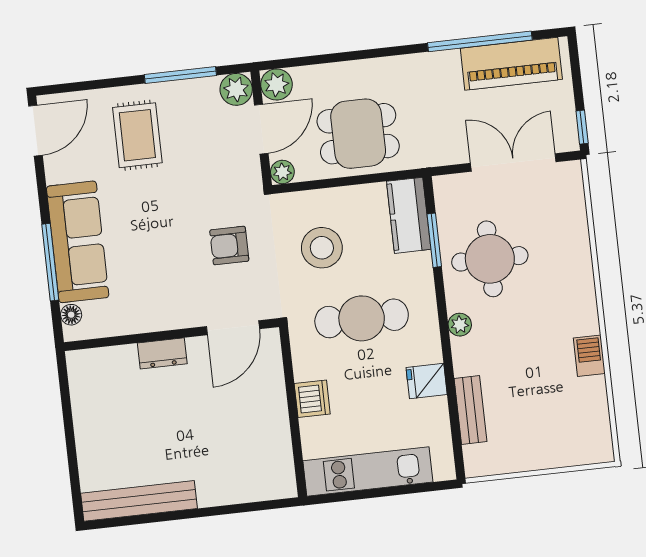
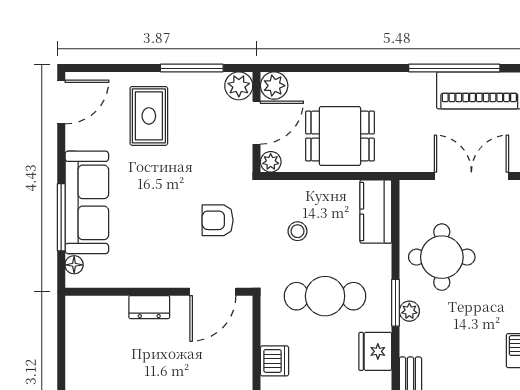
window: (434, 240) -> (395, 303), moved
stool: (322, 248) -> (298, 231), width x0.53, depth x0.53
fridge: (427, 381) -> (375, 351), width x1.38

